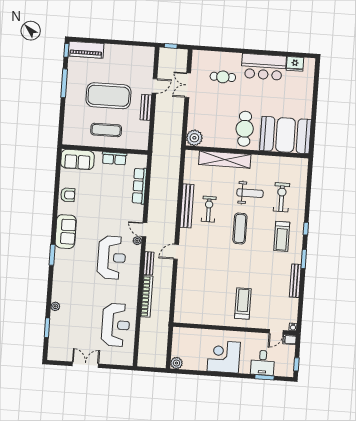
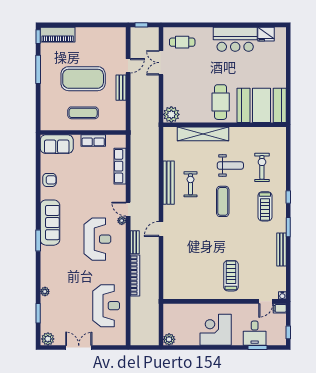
cafe table: (223, 77) -> (182, 42), moved
sofa: (66, 232) -> (50, 223), width x1.36
plant: (55, 354) -> (48, 339), added

